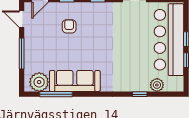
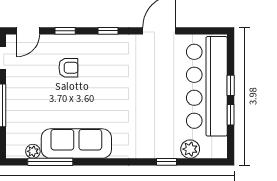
armchair: (69, 26) -> (68, 68), turned 90
plant: (39, 82) -> (33, 151), width x0.53, depth x0.53

